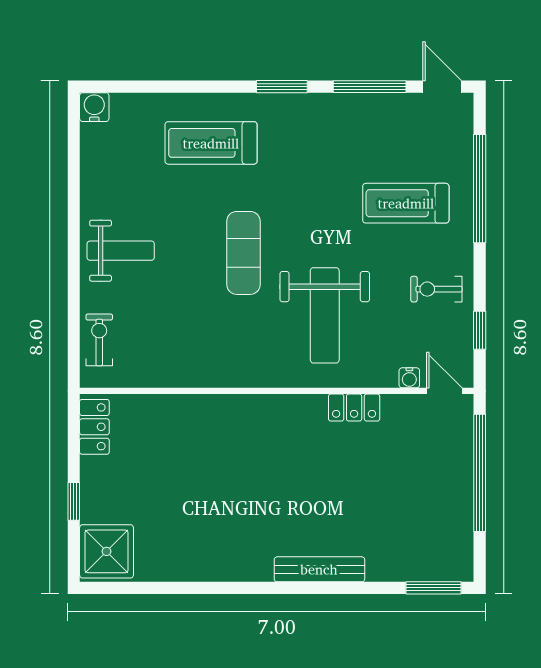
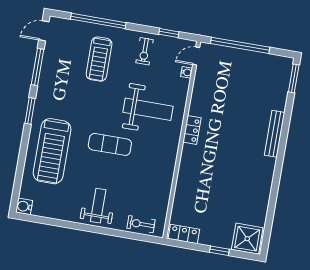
treadmill: (211, 143) -> (52, 151), width x1.37, depth x1.38
locker: (354, 408) -> (192, 130), moved

